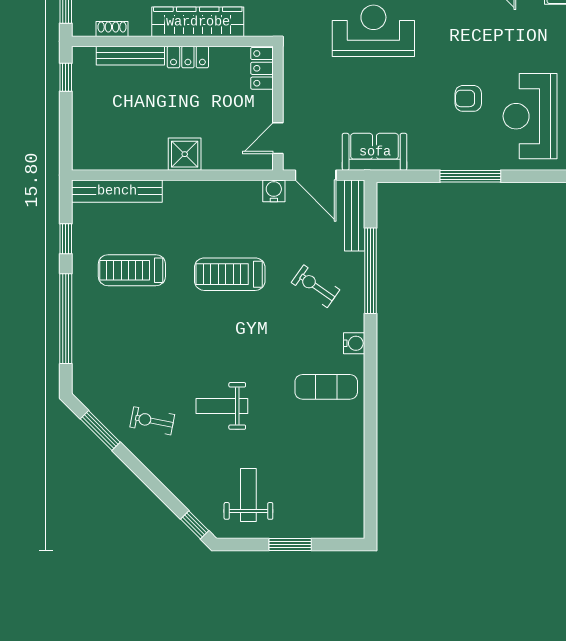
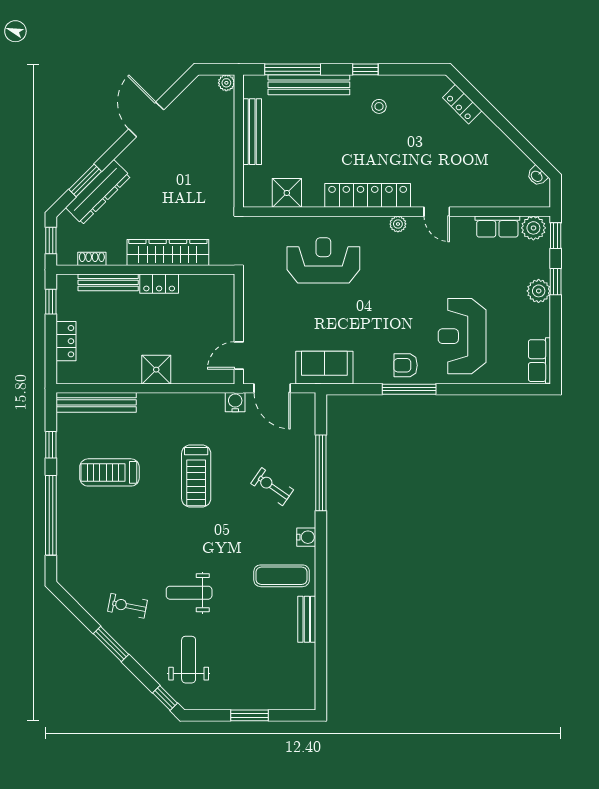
locker: (262, 68) -> (66, 341), moved, turned 180
armchair: (468, 98) -> (406, 365), moved
bench: (355, 215) -> (307, 619), moved, width x0.73
treadmill: (230, 274) -> (196, 476), turned -90
window: (100, 431) -> (111, 644), moved
weight bench: (248, 495) -> (189, 660), moved

